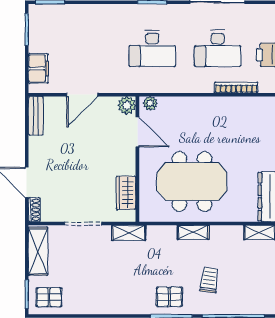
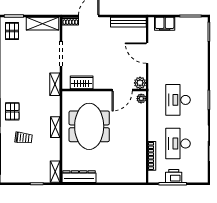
bench: (36, 116) -> (128, 22), width x1.36

